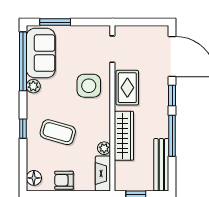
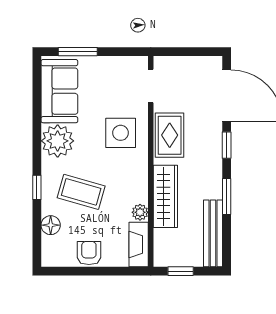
window: (23, 61) -> (37, 102), removed
plant: (33, 86) -> (58, 141), width x1.88, depth x1.88
window: (172, 136) -> (227, 197), width x0.69
floor lamp: (34, 178) -> (51, 225), moved
armchair: (64, 180) -> (89, 253), turned 90

